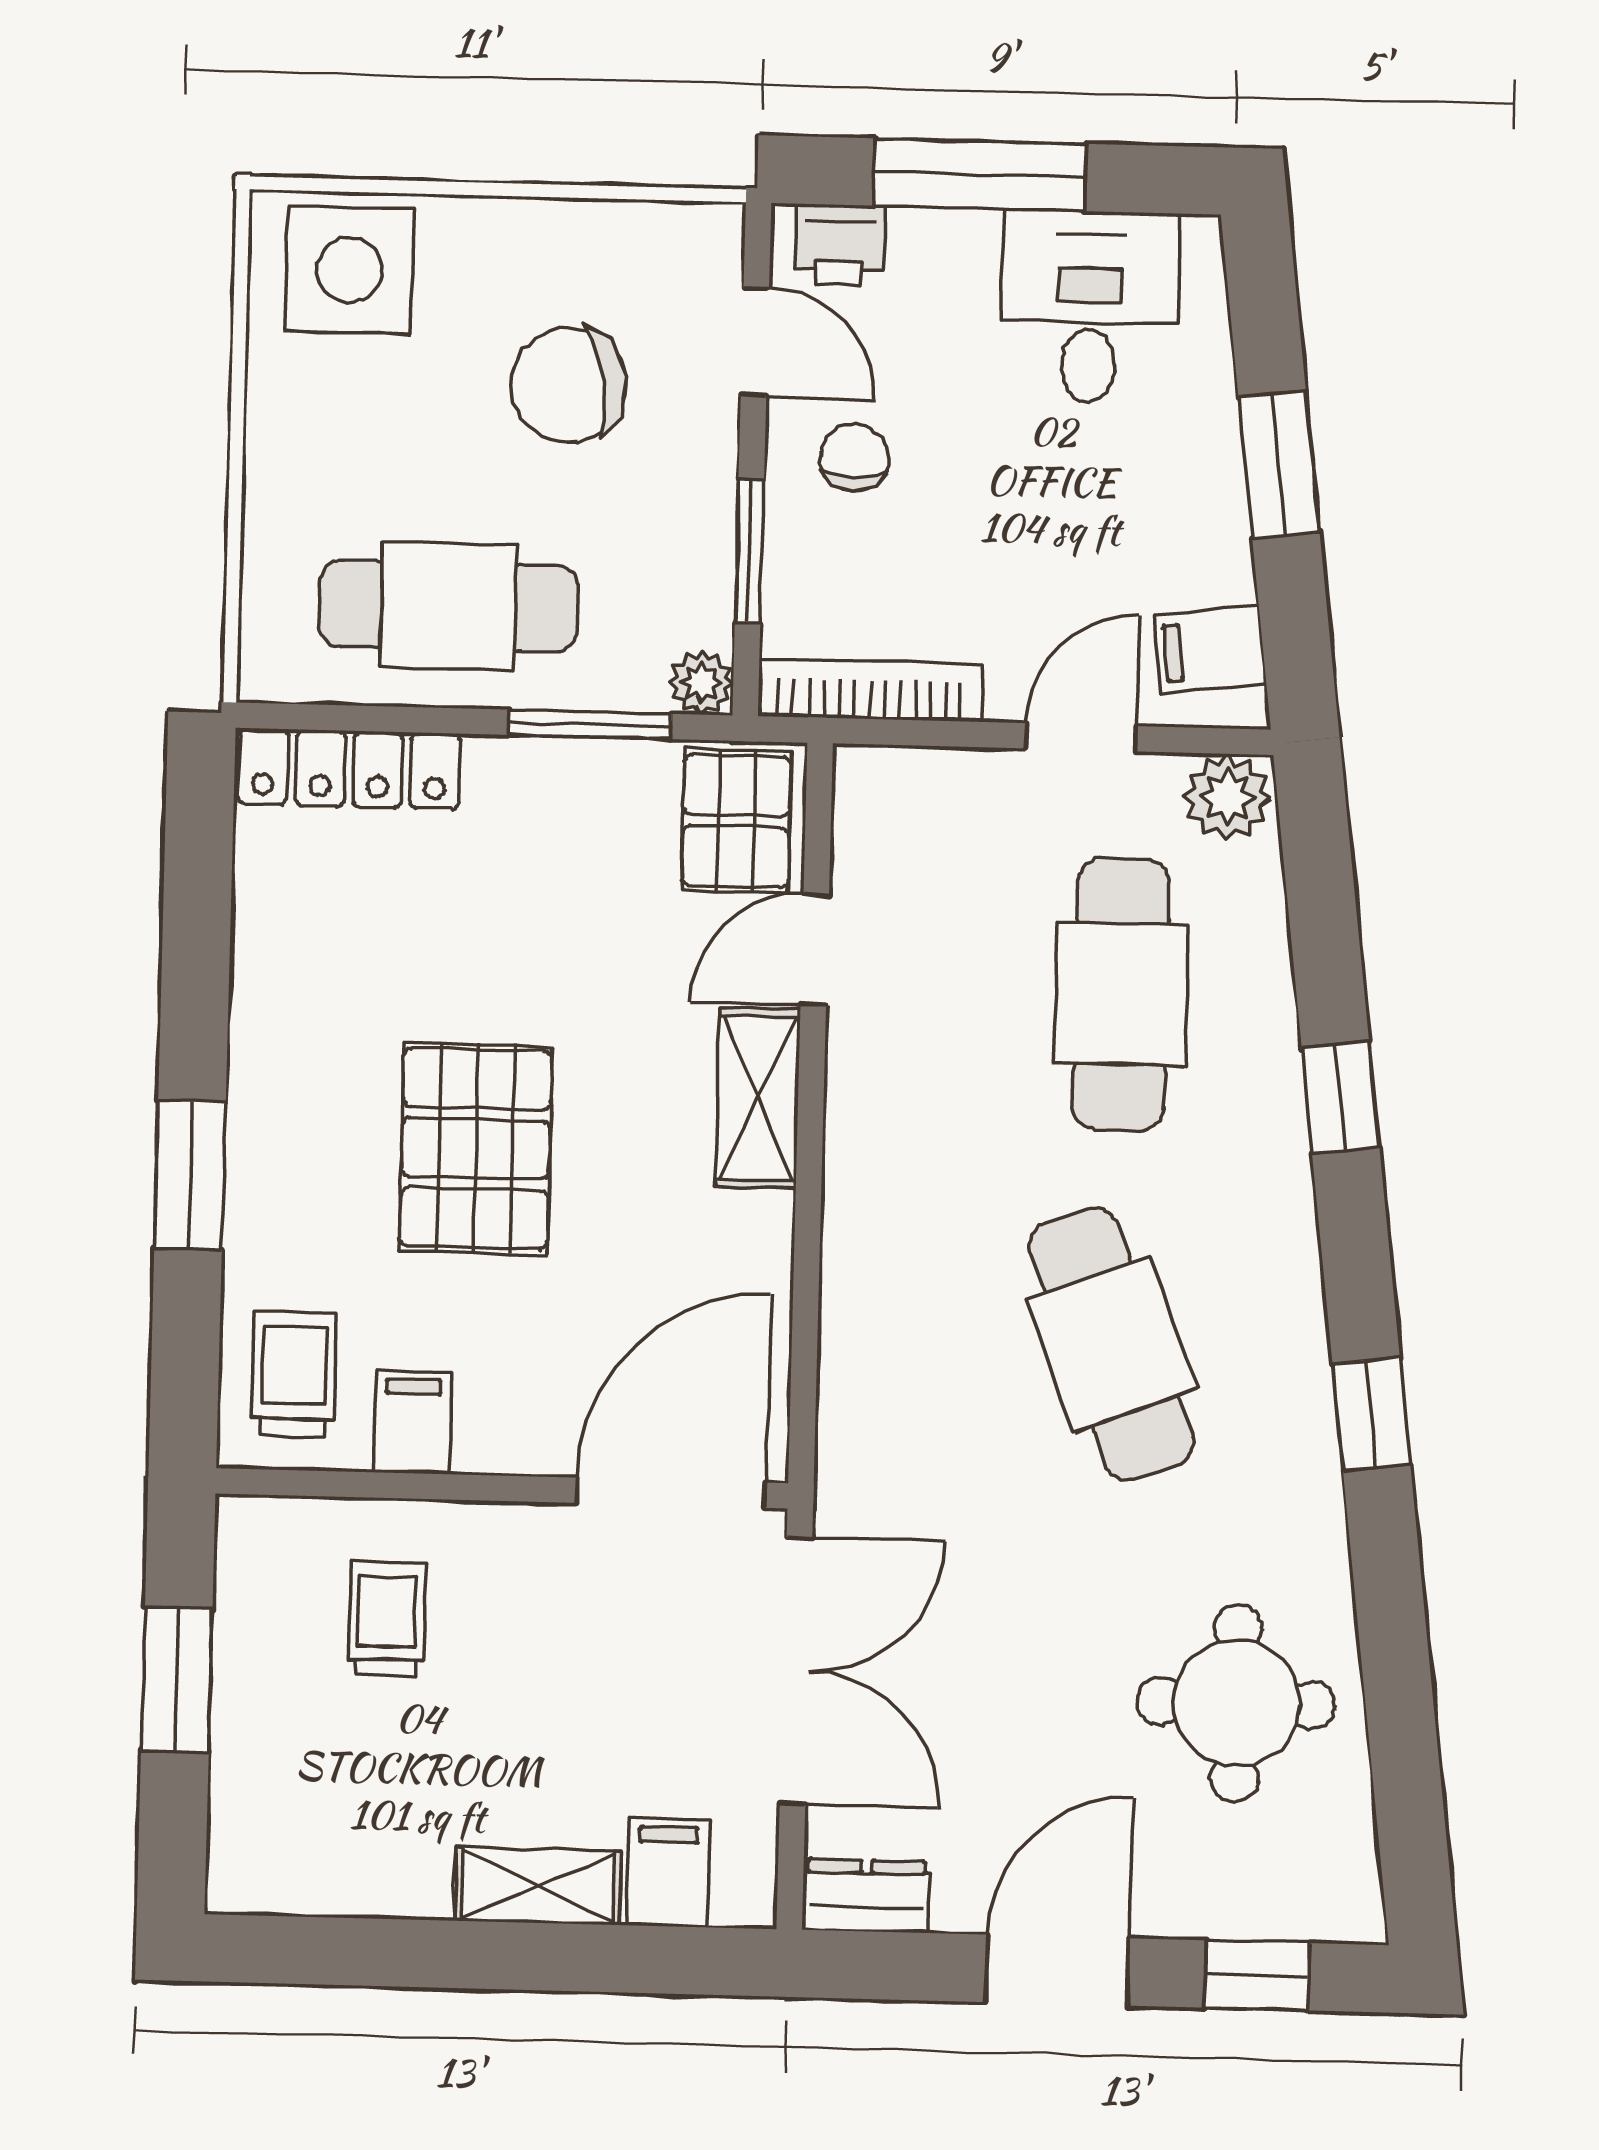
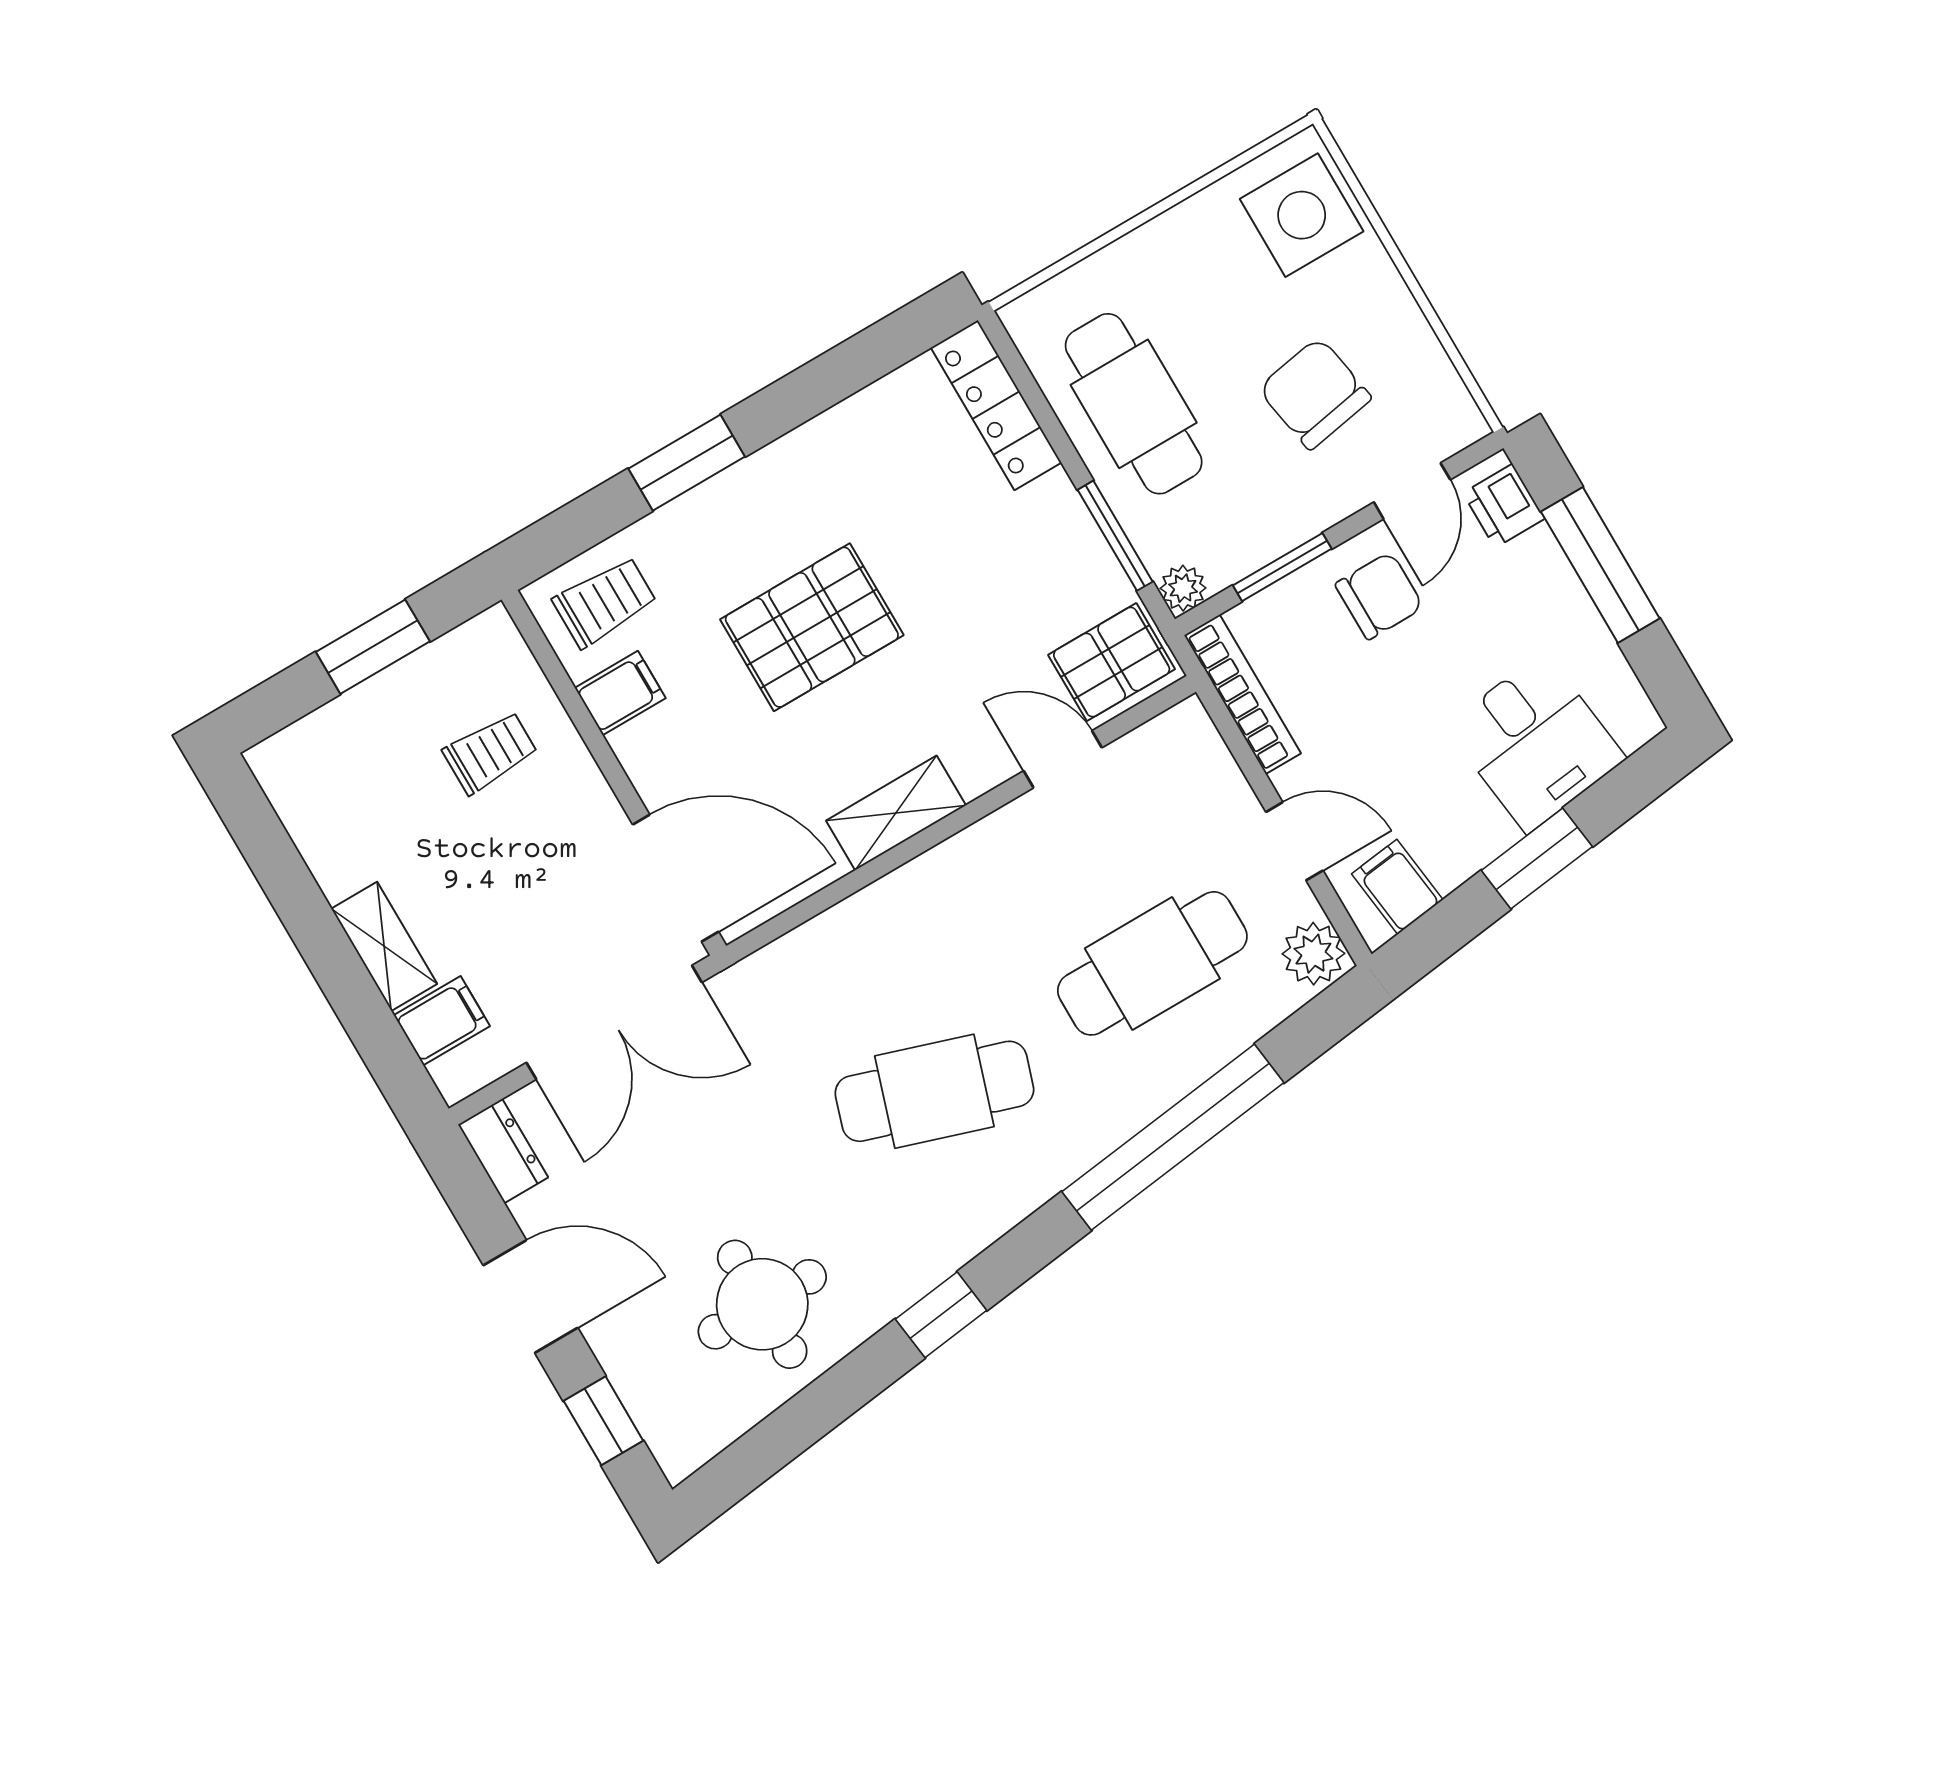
desk: (1090, 306) -> (1535, 742), moved, turned 83
chair: (854, 457) -> (1379, 596), width x1.37, depth x1.37
window: (1341, 1097) -> (1173, 1137), width x3.17
shelving: (758, 1098) -> (896, 813), moved
cafe table: (1112, 1344) -> (934, 1091), turned 39
window: (1371, 1414) -> (941, 1315), moved

